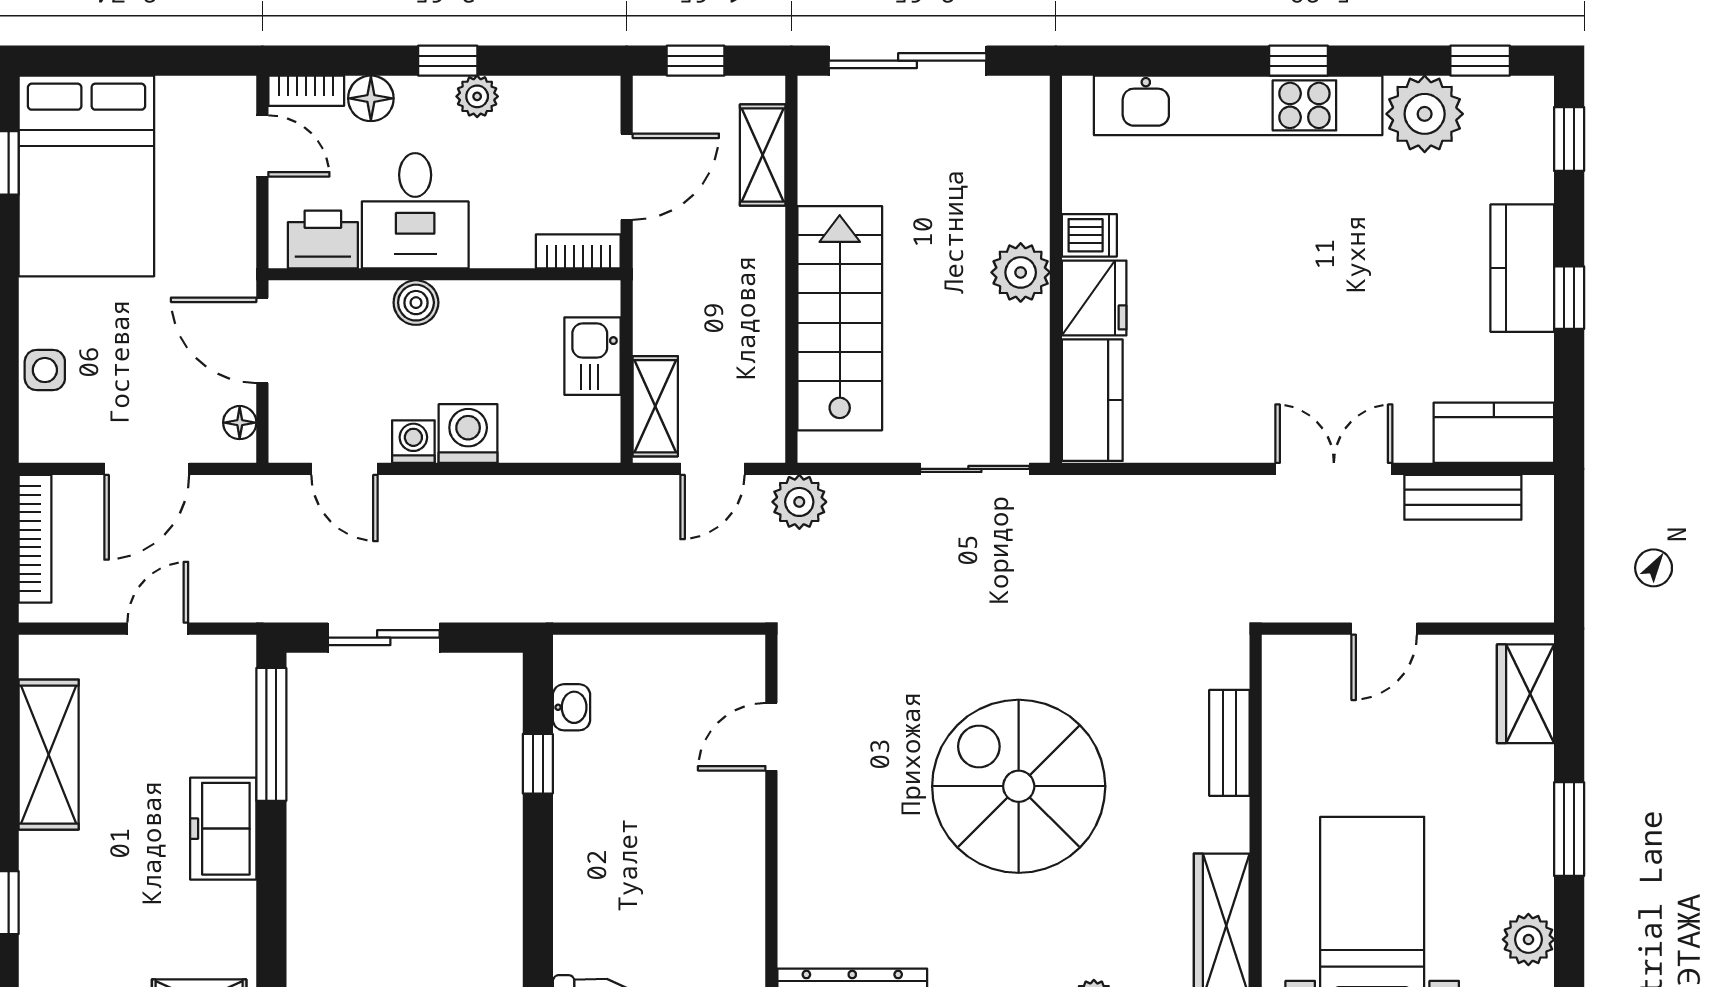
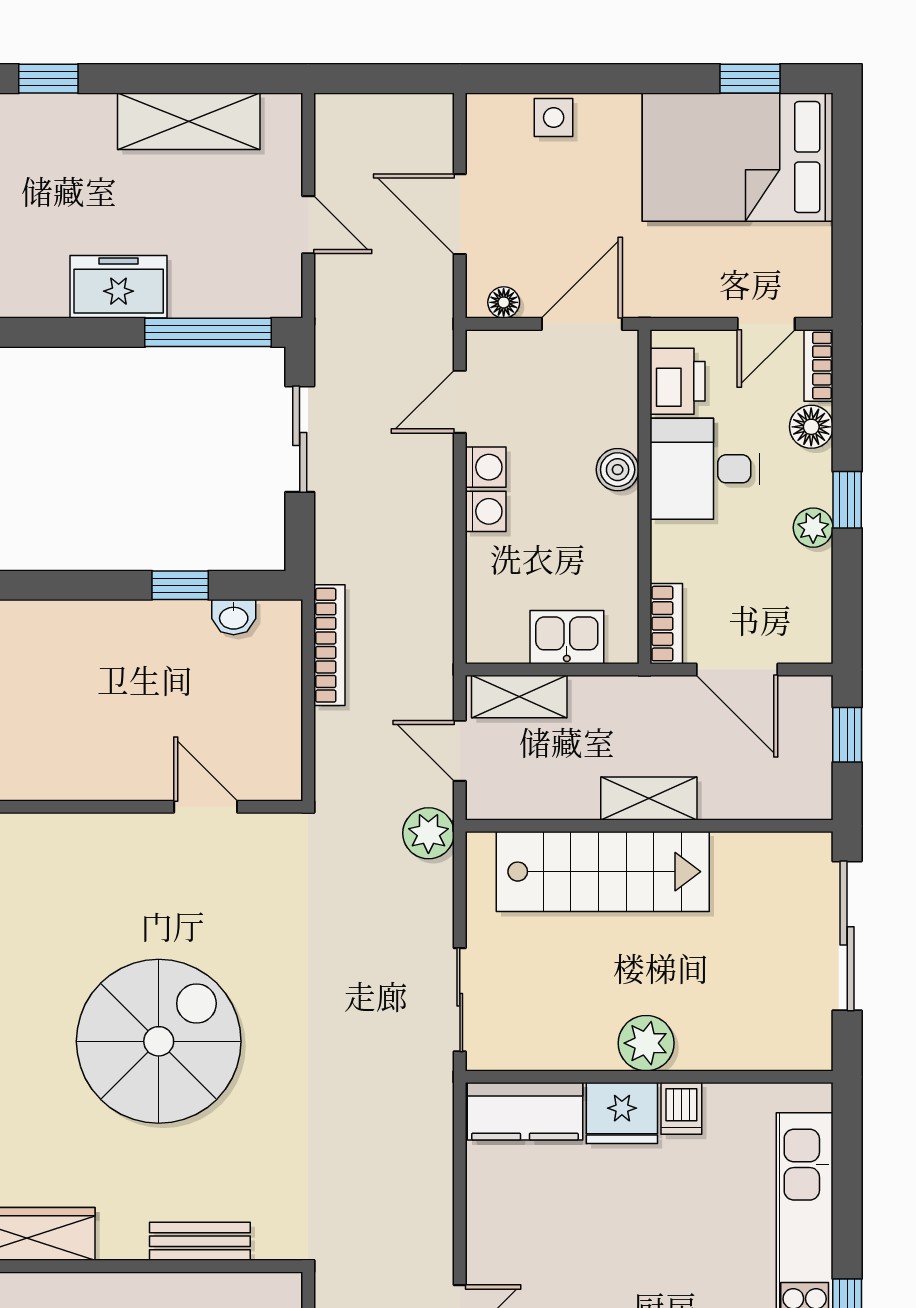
shelving: (763, 155) -> (649, 798), moved
washing machine: (468, 434) -> (486, 511), width x0.73, depth x0.73
bookcase: (35, 539) -> (329, 645), moved, turned -90

